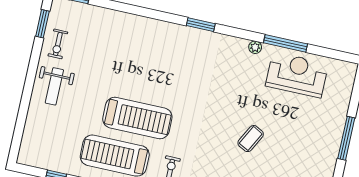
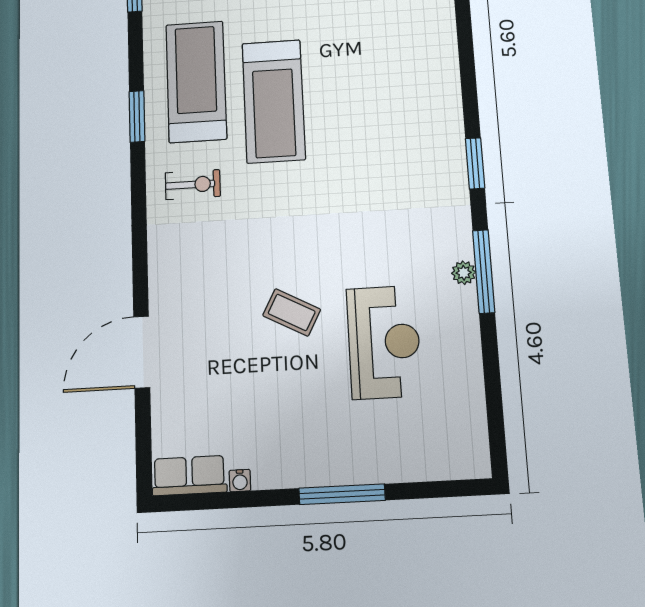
window: (285, 43) -> (484, 271), moved
reception desk: (297, 75) -> (384, 342), moved

